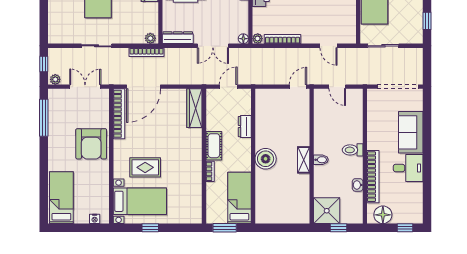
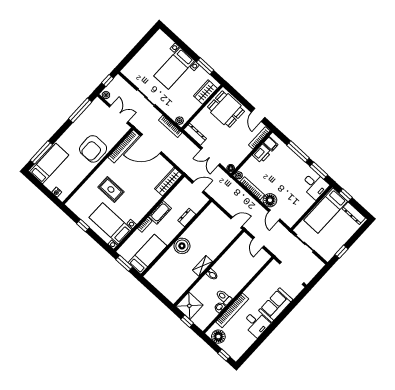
floor lamp: (311, 35) -> (270, 200), added
toilet: (353, 150) -> (224, 297), moved
window: (44, 194) -> (41, 152), added
bed with nightstands: (140, 201) -> (110, 224), moved, turned 180

